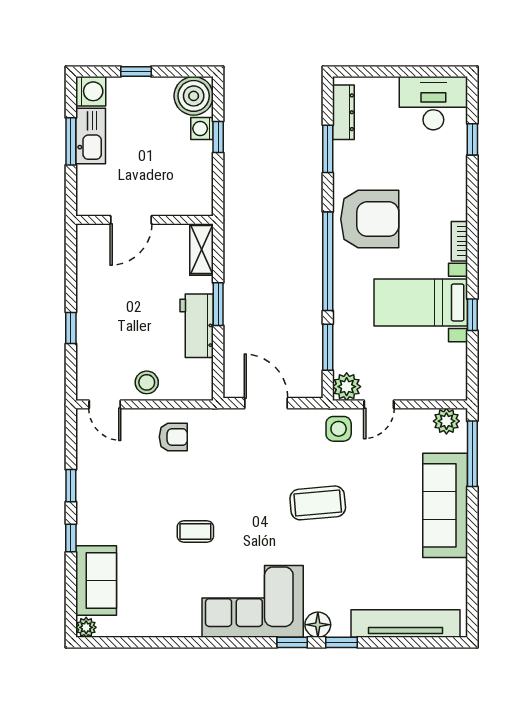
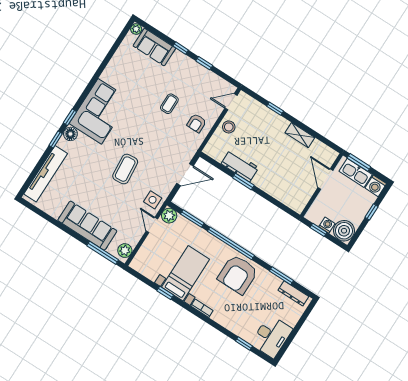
door: (131, 220) -> (325, 179), moved
wall: (145, 220) -> (322, 185), moved
shelving: (201, 249) -> (300, 135), moved
coffee table: (195, 532) -> (169, 104), moved

